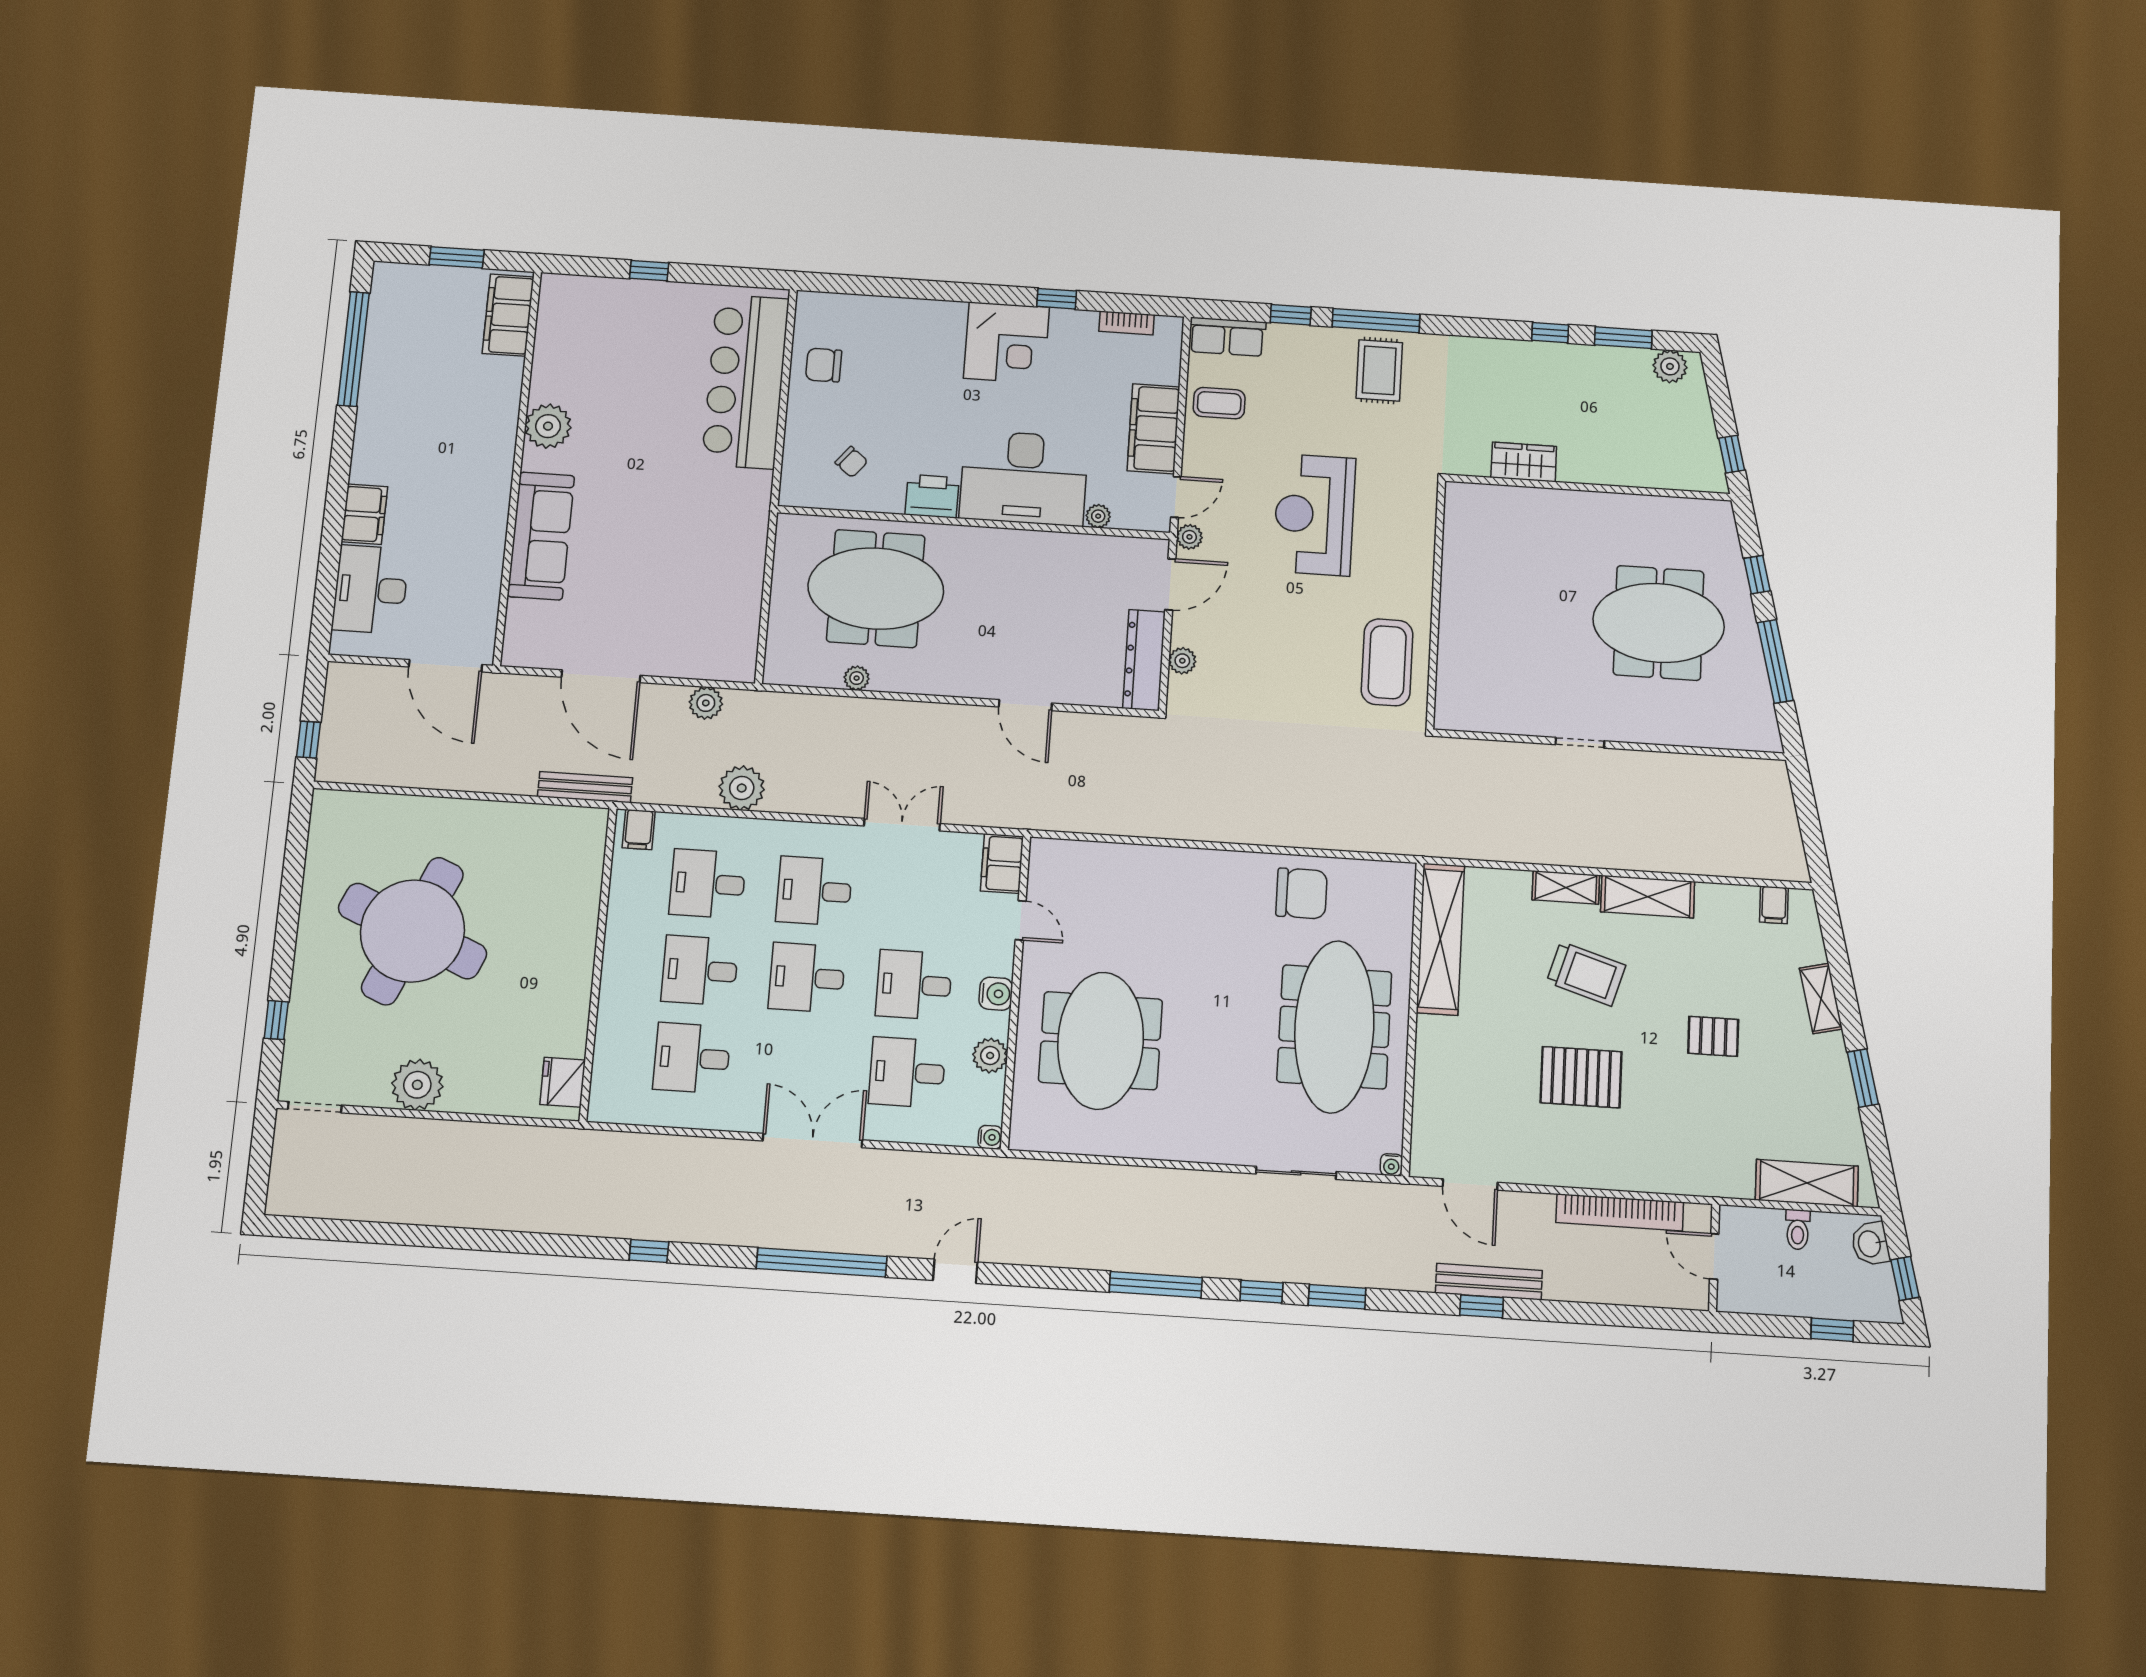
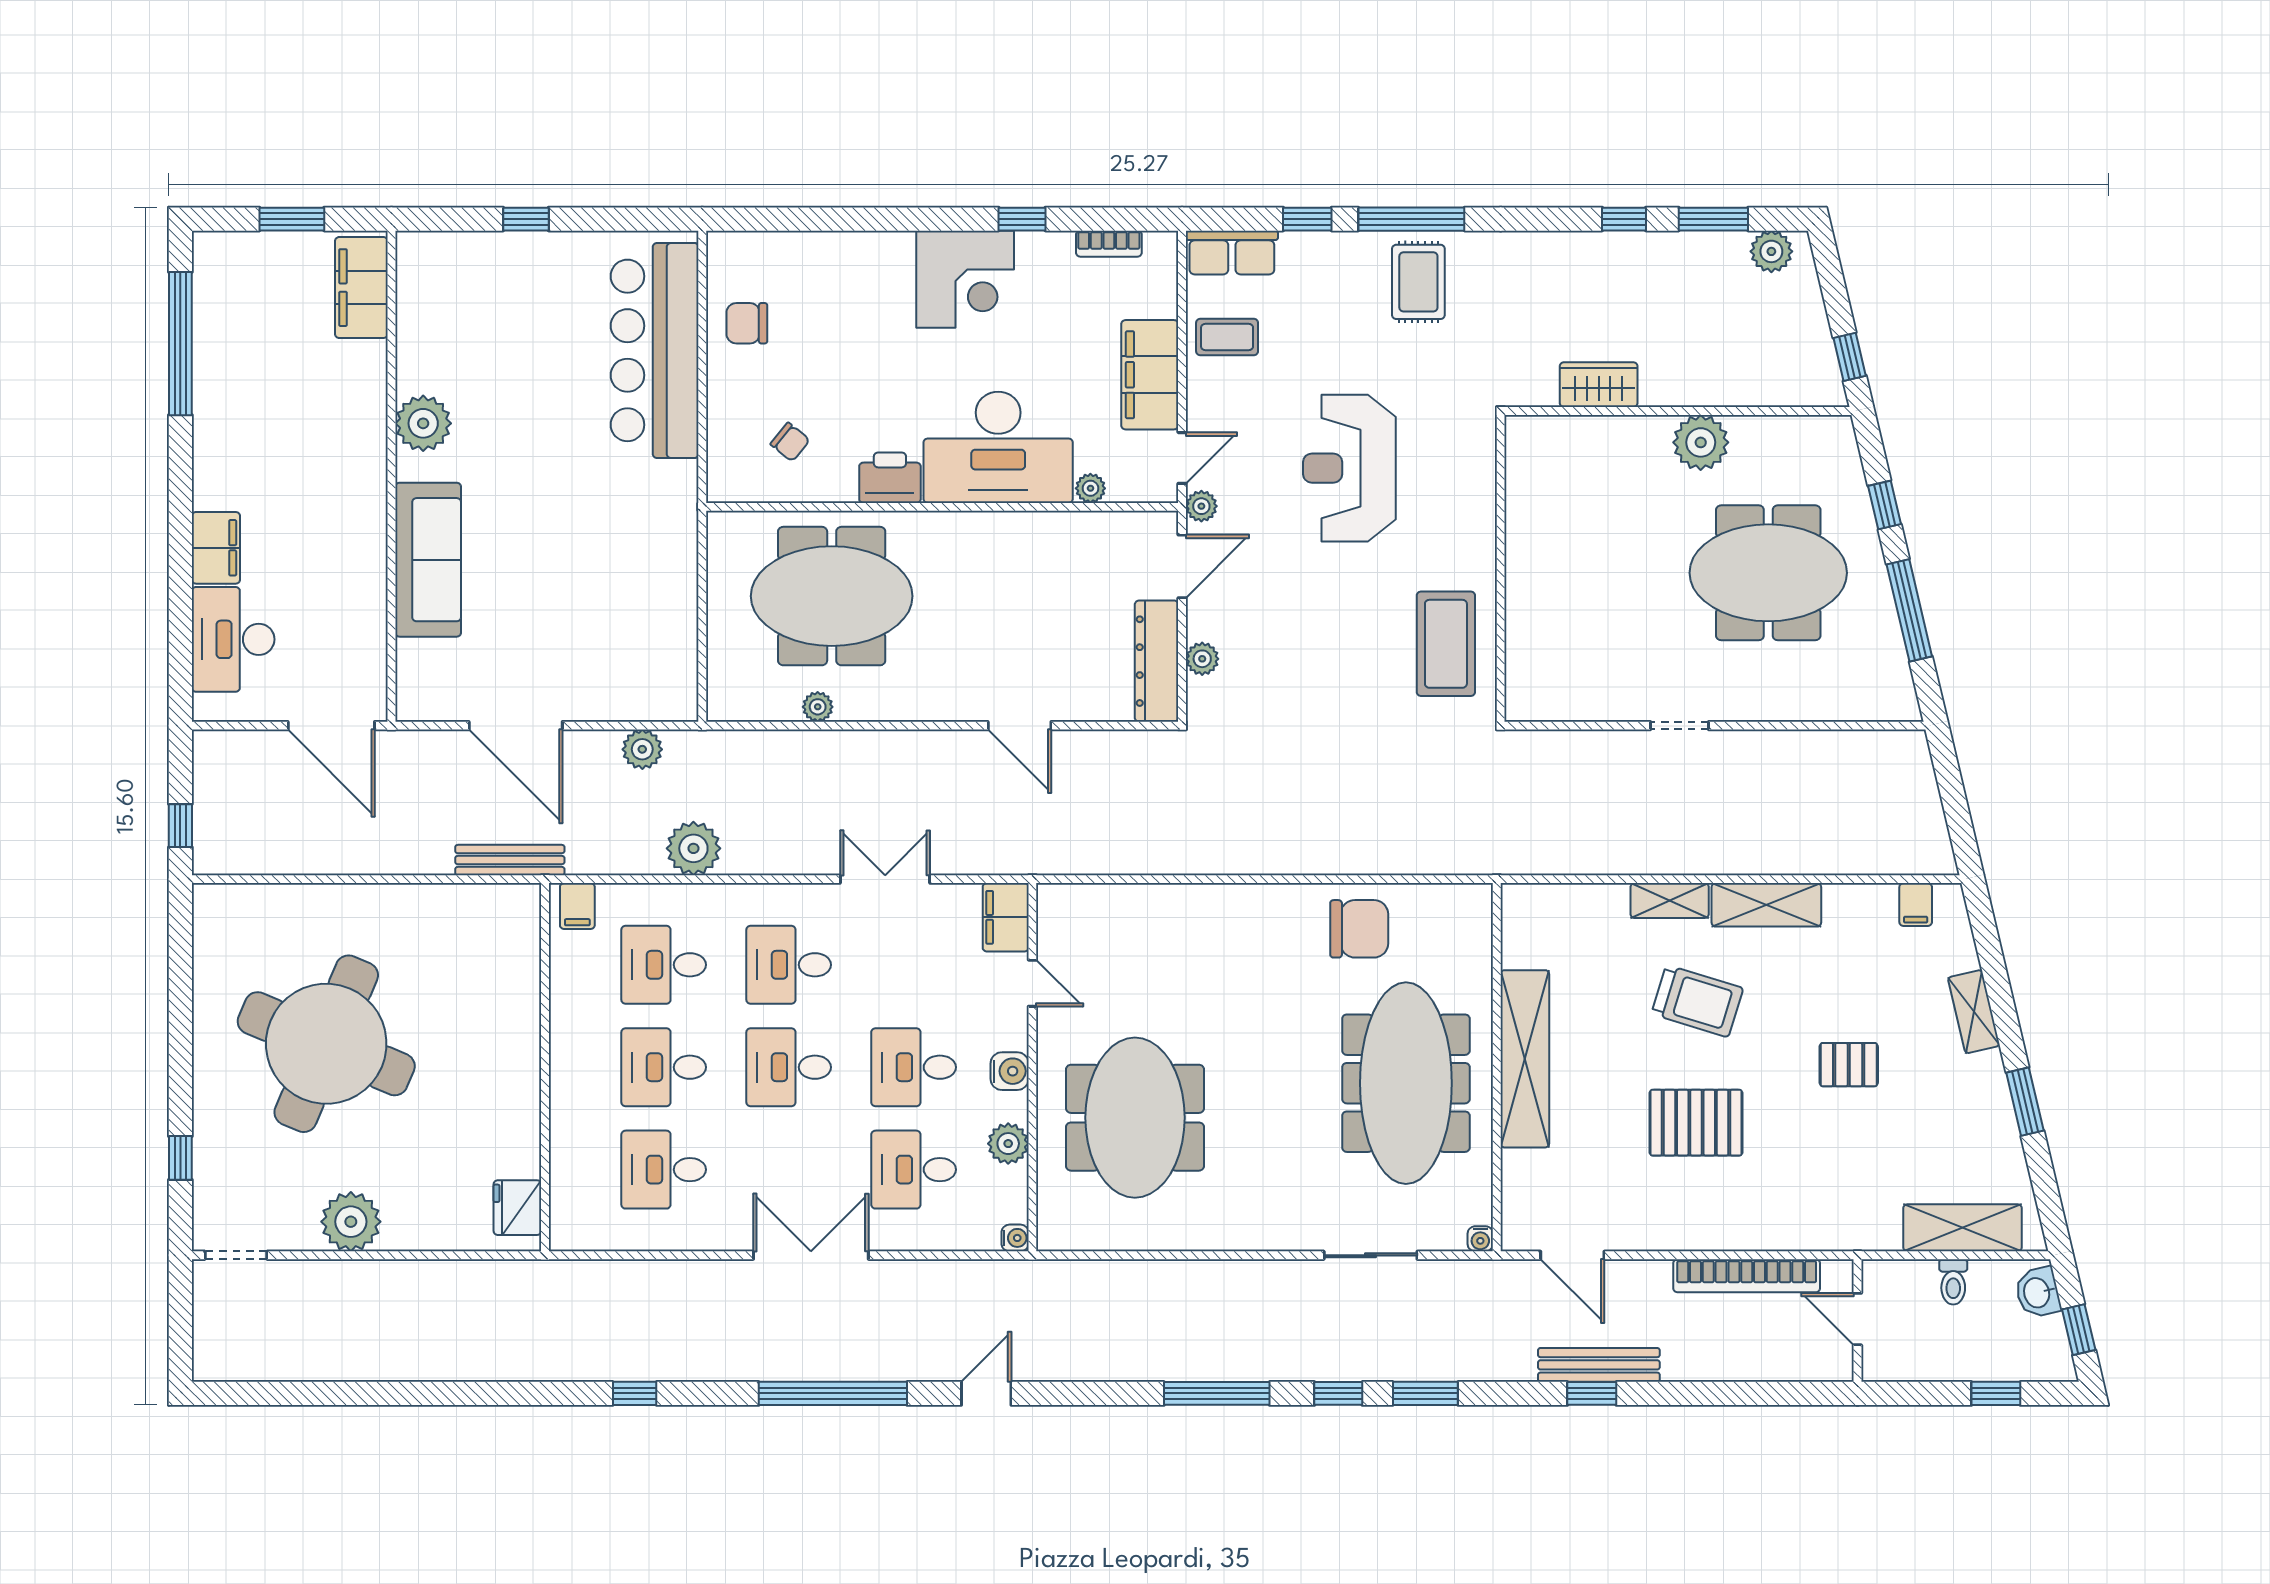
plant: (1606, 514) -> (1701, 442), added
shelving: (1440, 939) -> (1525, 1059), moved

